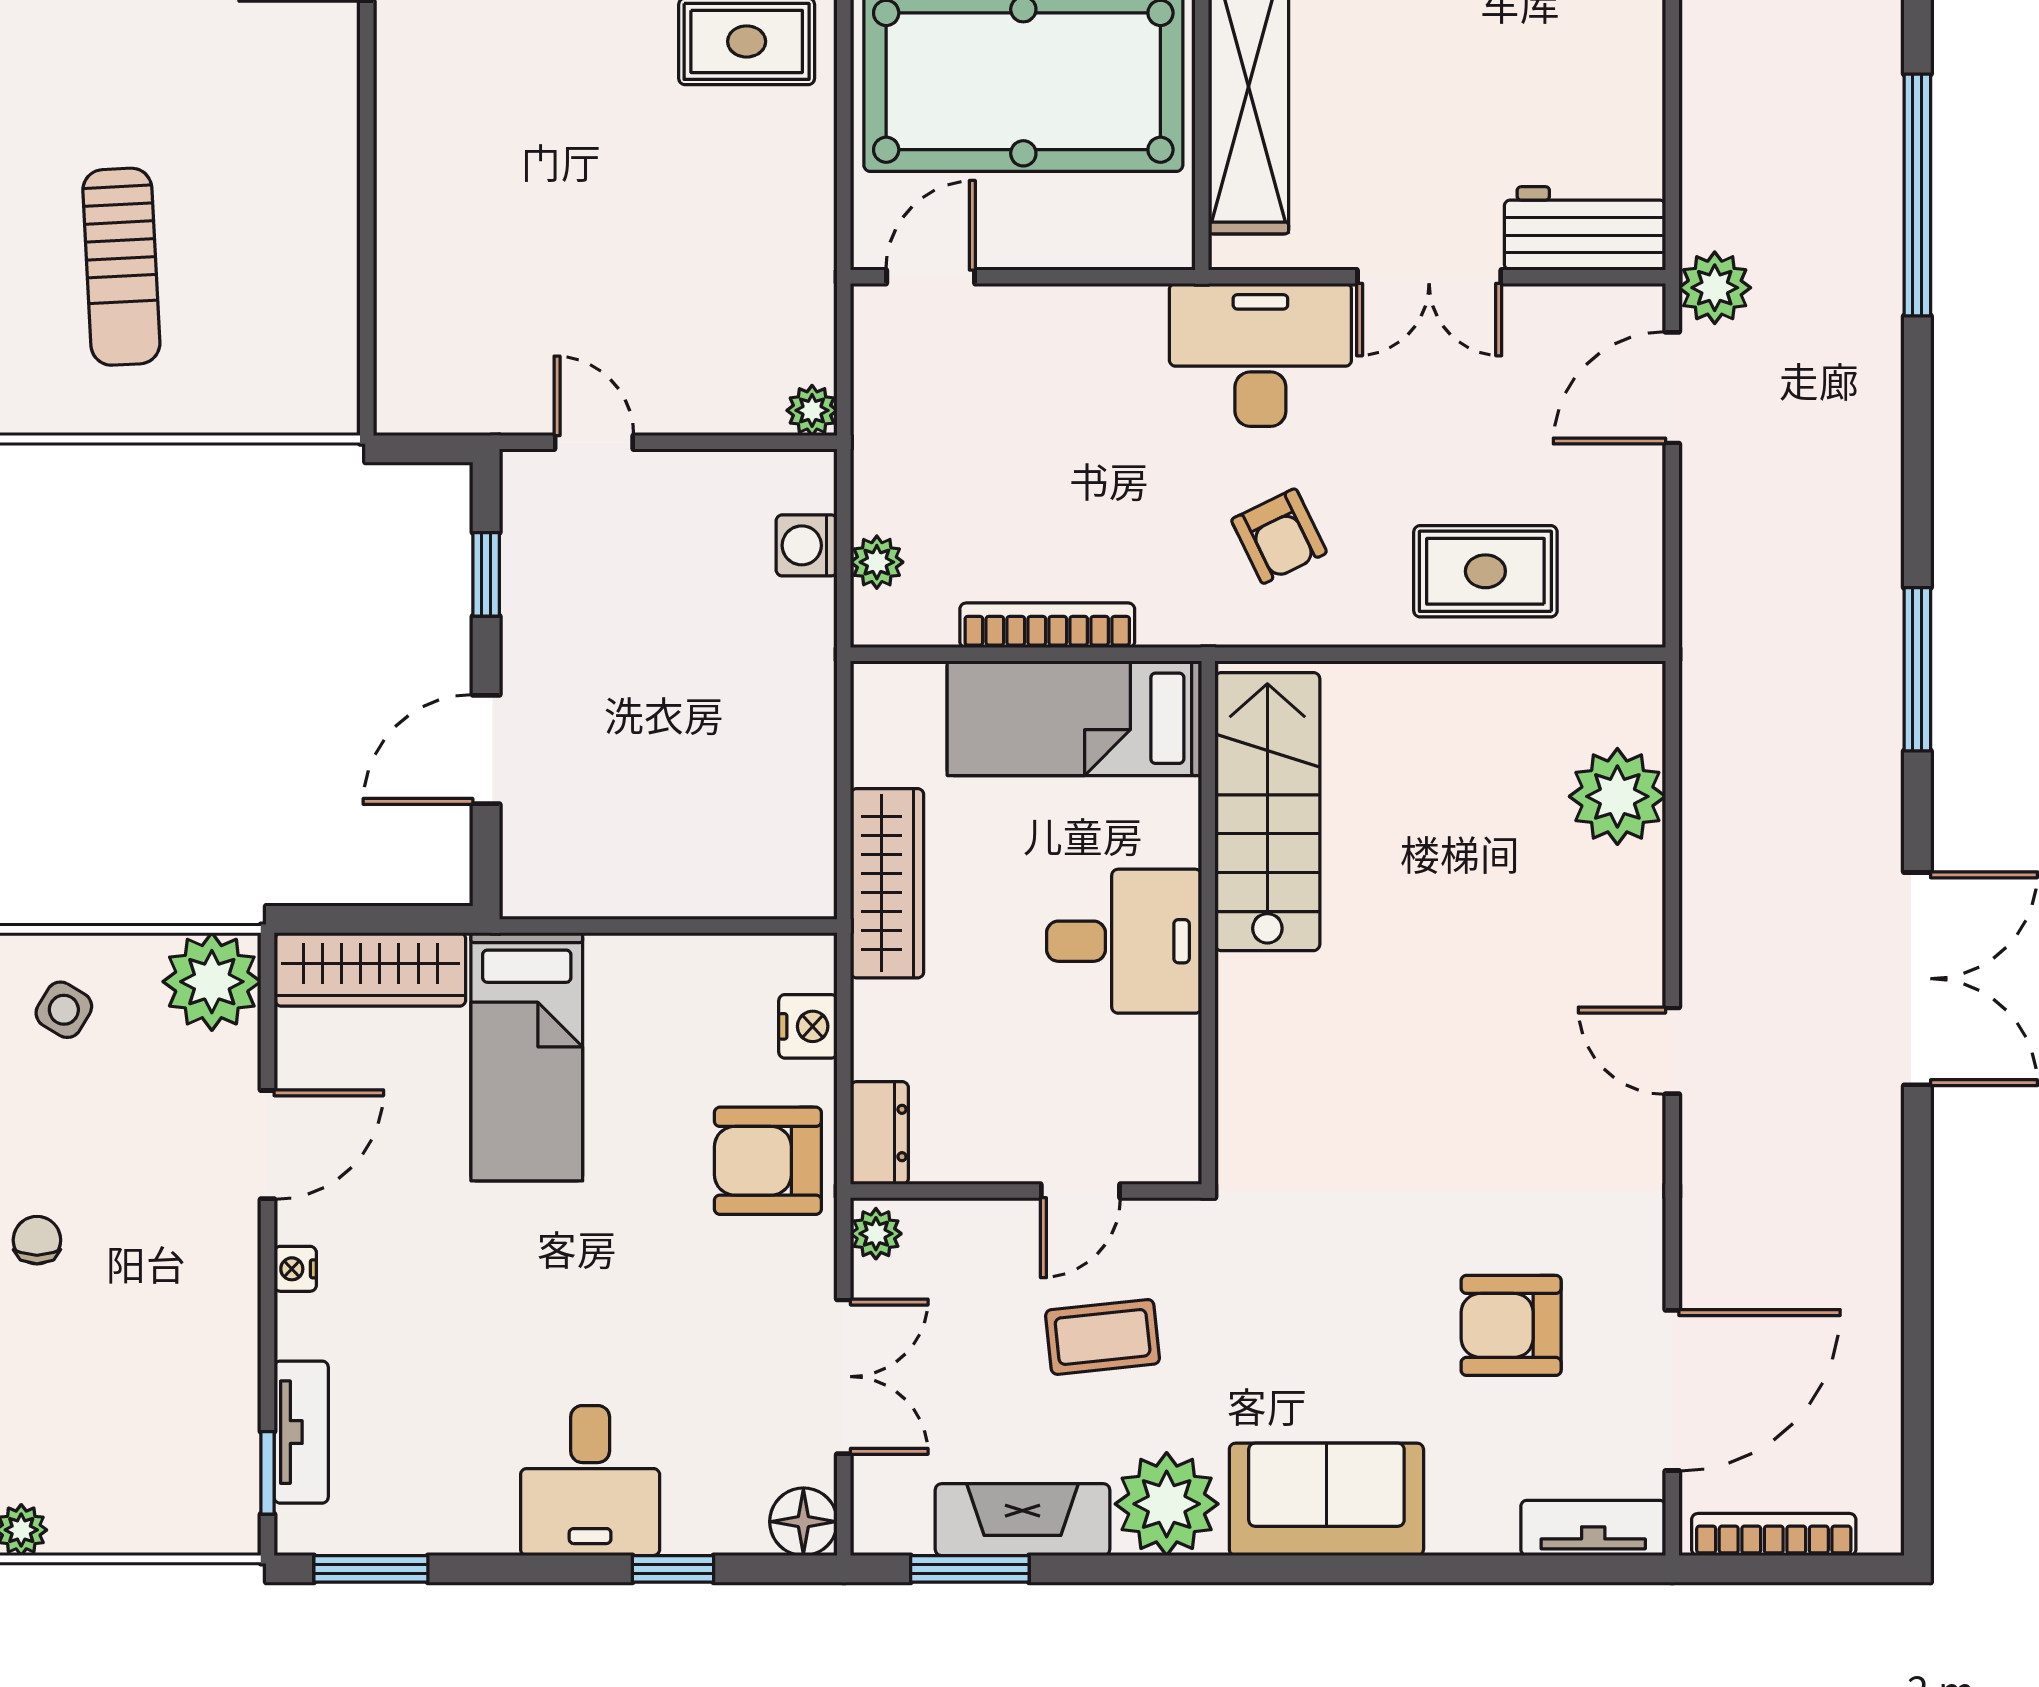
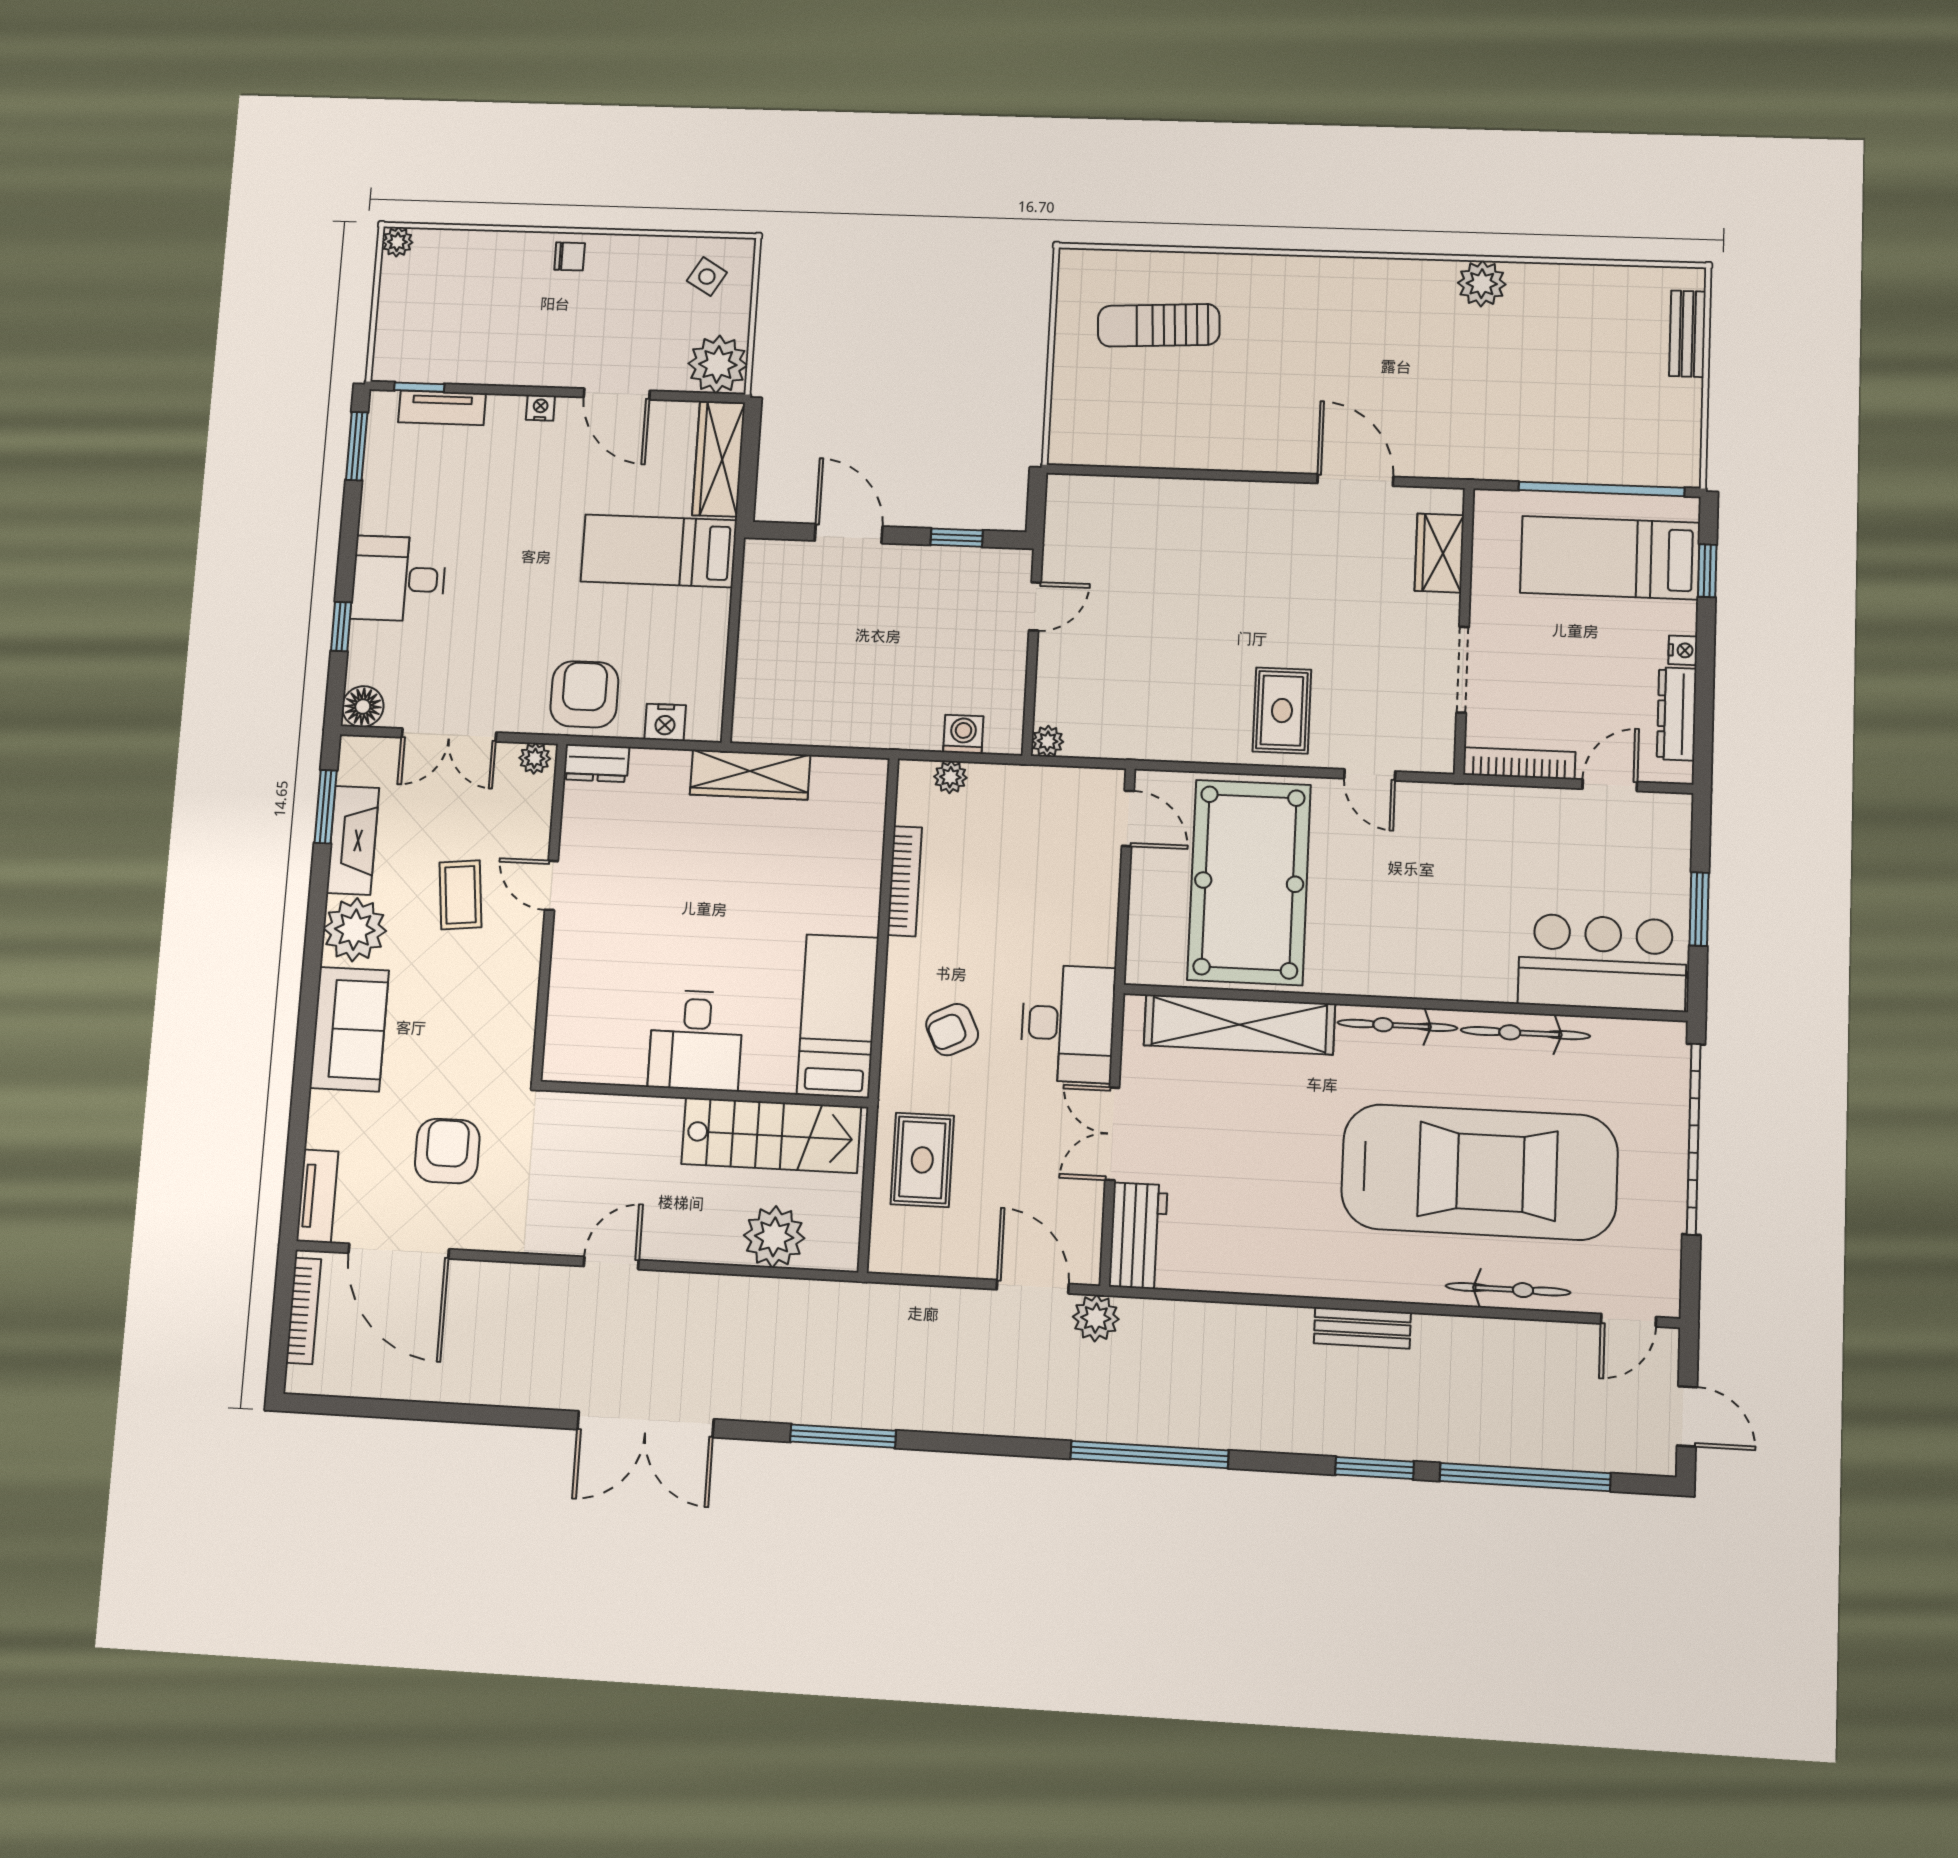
bed: (1074, 718) -> (838, 1016), moved
stairs: (1267, 812) -> (771, 1135), moved
wall: (1208, 923) -> (704, 1094), moved
desk: (1124, 941) -> (696, 1040), moved

